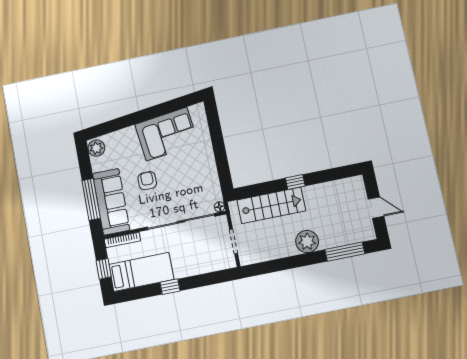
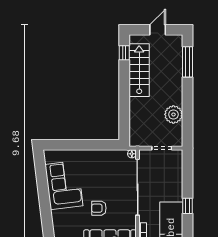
window: (295, 182) -> (124, 53), moved
stairs: (271, 205) -> (139, 70), moved
plant: (307, 242) -> (173, 114), moved

